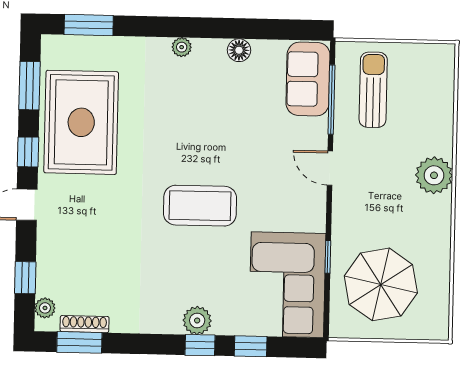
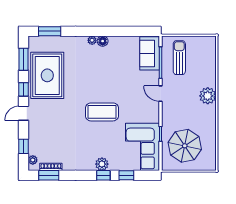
floor lamp: (239, 50) -> (103, 41), moved

